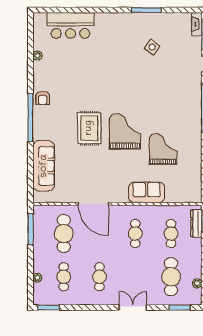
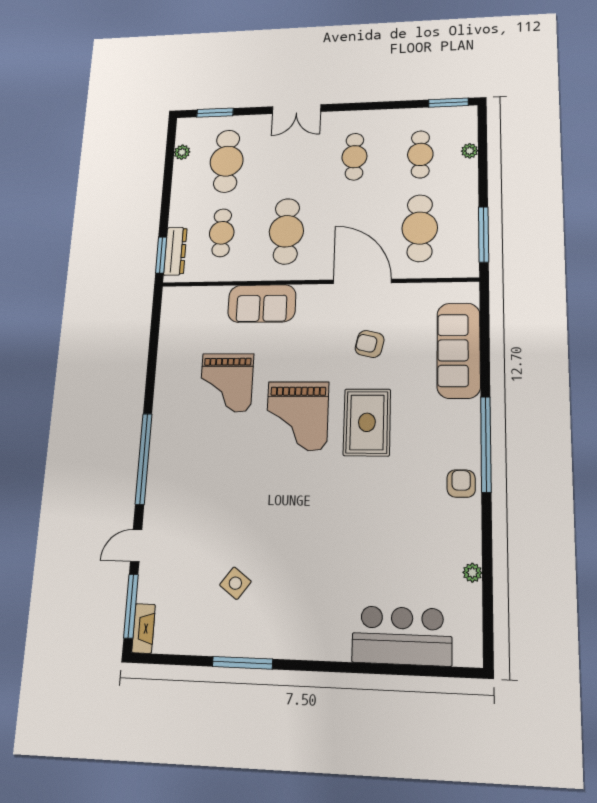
armchair: (89, 170) -> (370, 344), added
cafe table: (135, 234) -> (286, 231), width x1.37, depth x1.35

